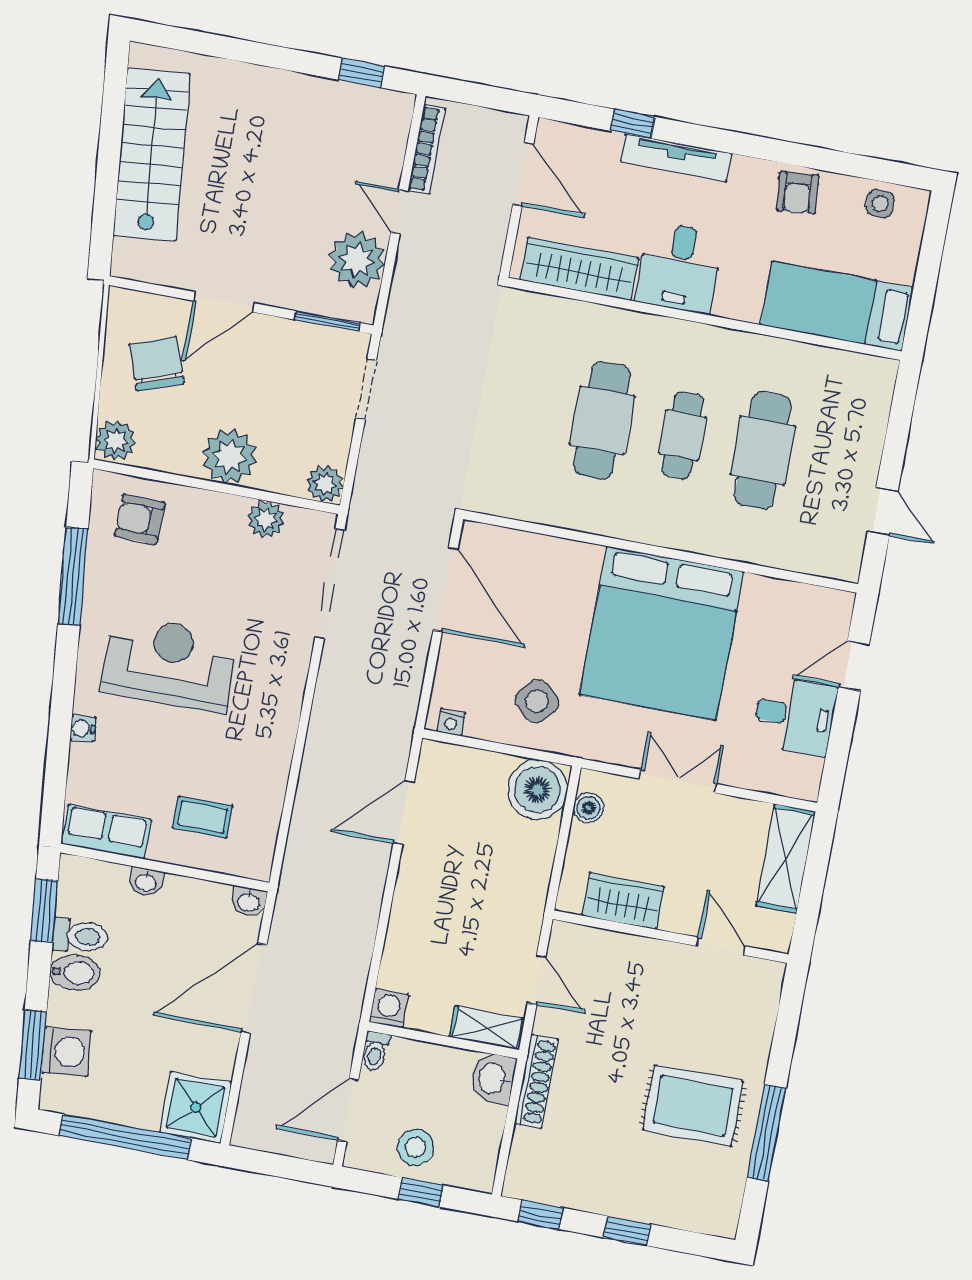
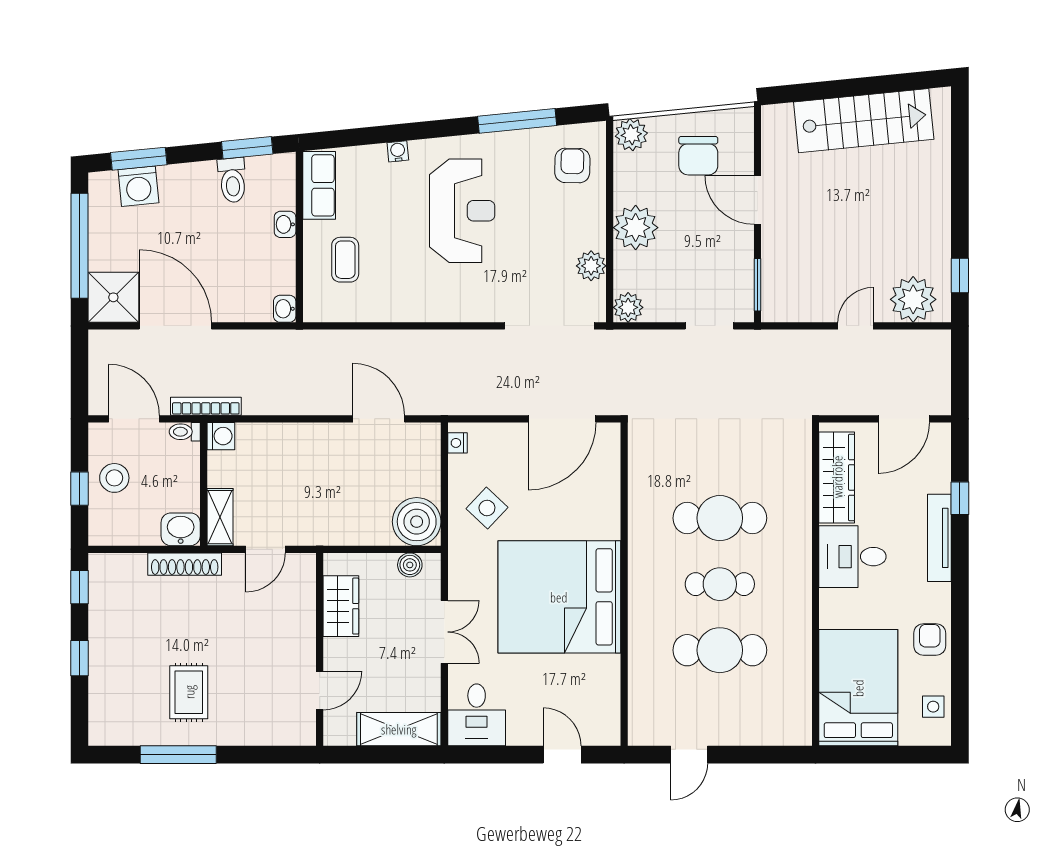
bookcase: (427, 149) -> (206, 406), moved, turned 180
armchair: (798, 193) -> (930, 639), turned 95
plant: (357, 260) -> (913, 299), moved
bed: (837, 306) -> (858, 688), width x1.50
chair: (157, 364) -> (698, 156), turned 110
desk: (795, 715) -> (477, 715), moved
bidet: (75, 973) -> (203, 181), removed
door: (254, 988) -> (175, 326), moved
rug: (693, 1106) -> (189, 692), width x0.73, depth x0.70

